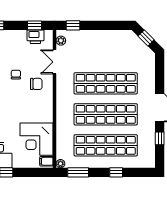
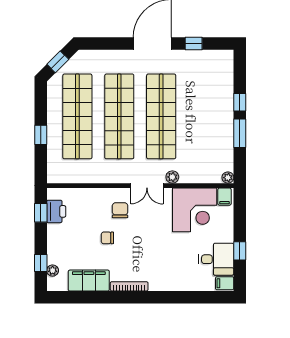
window: (73, 25) -> (41, 135), moved
plant: (61, 41) -> (172, 177), moved
double door: (55, 62) -> (147, 186), moved
shop shelf: (106, 145) -> (77, 116), moved
window: (78, 172) -> (240, 133), moved

